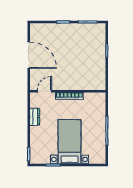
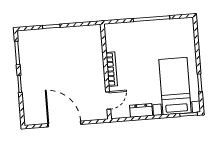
door: (29, 55) -> (64, 124), hinge flipped
door: (45, 91) -> (108, 100), swing flipped
bed with nightstands: (70, 142) -> (175, 86), moved, turned 90

